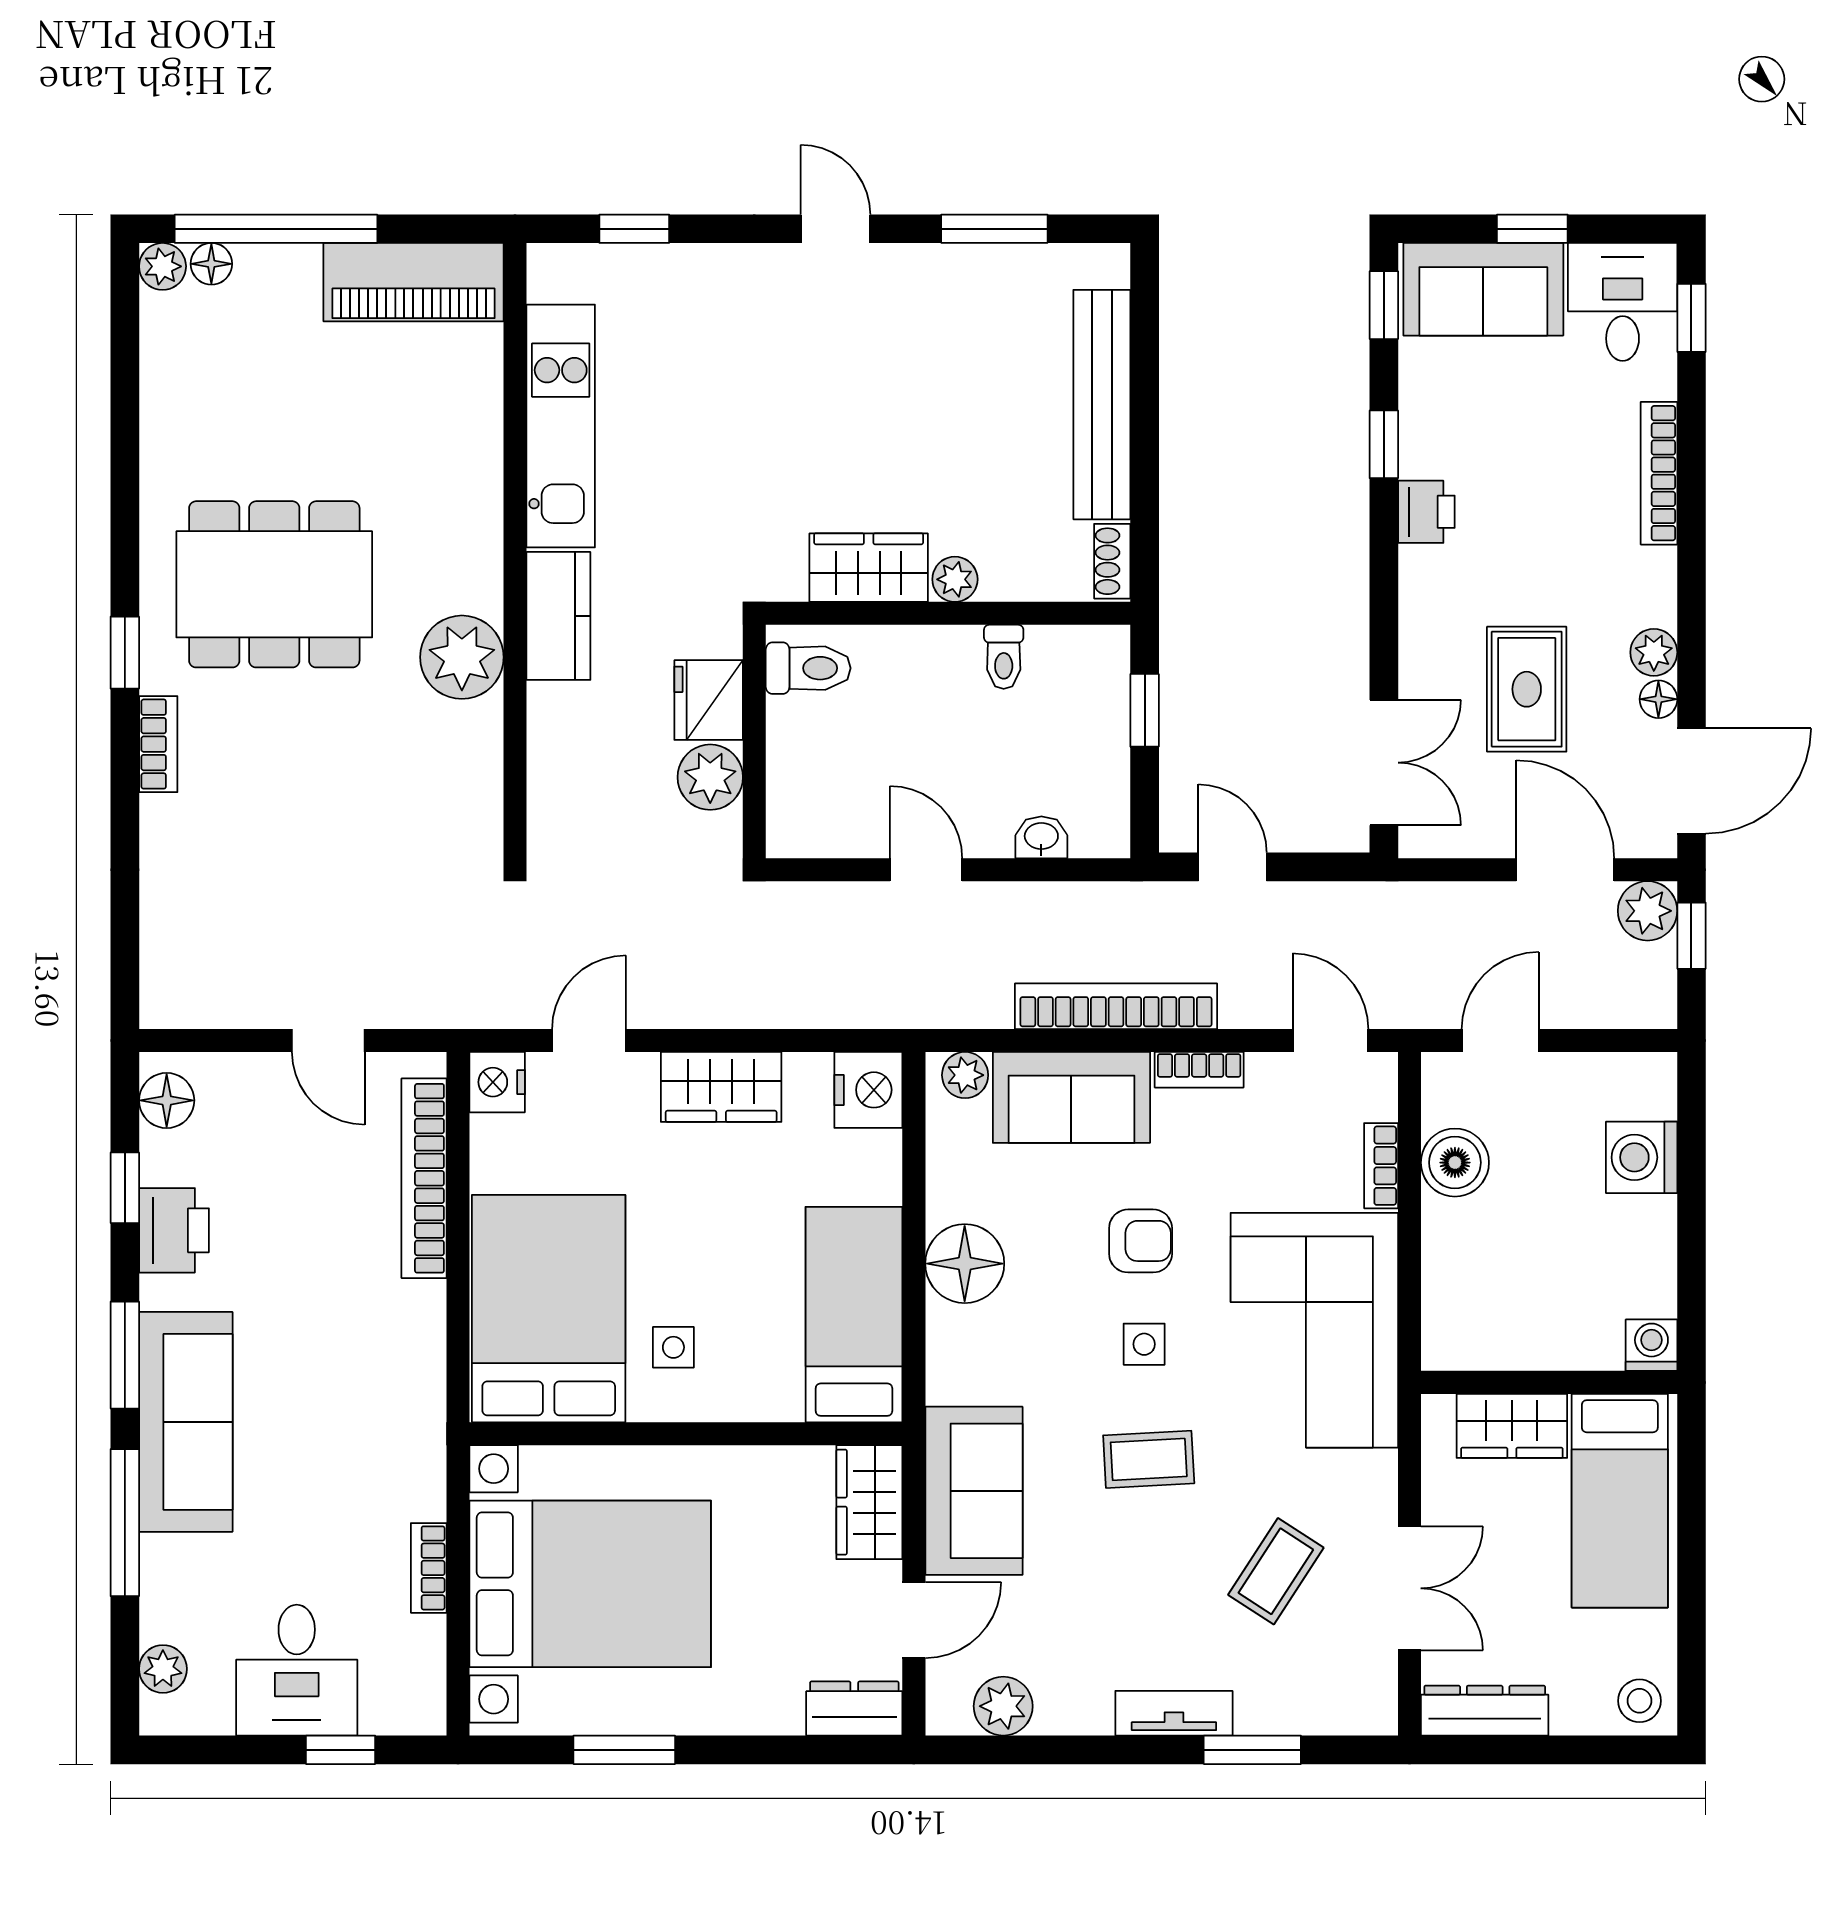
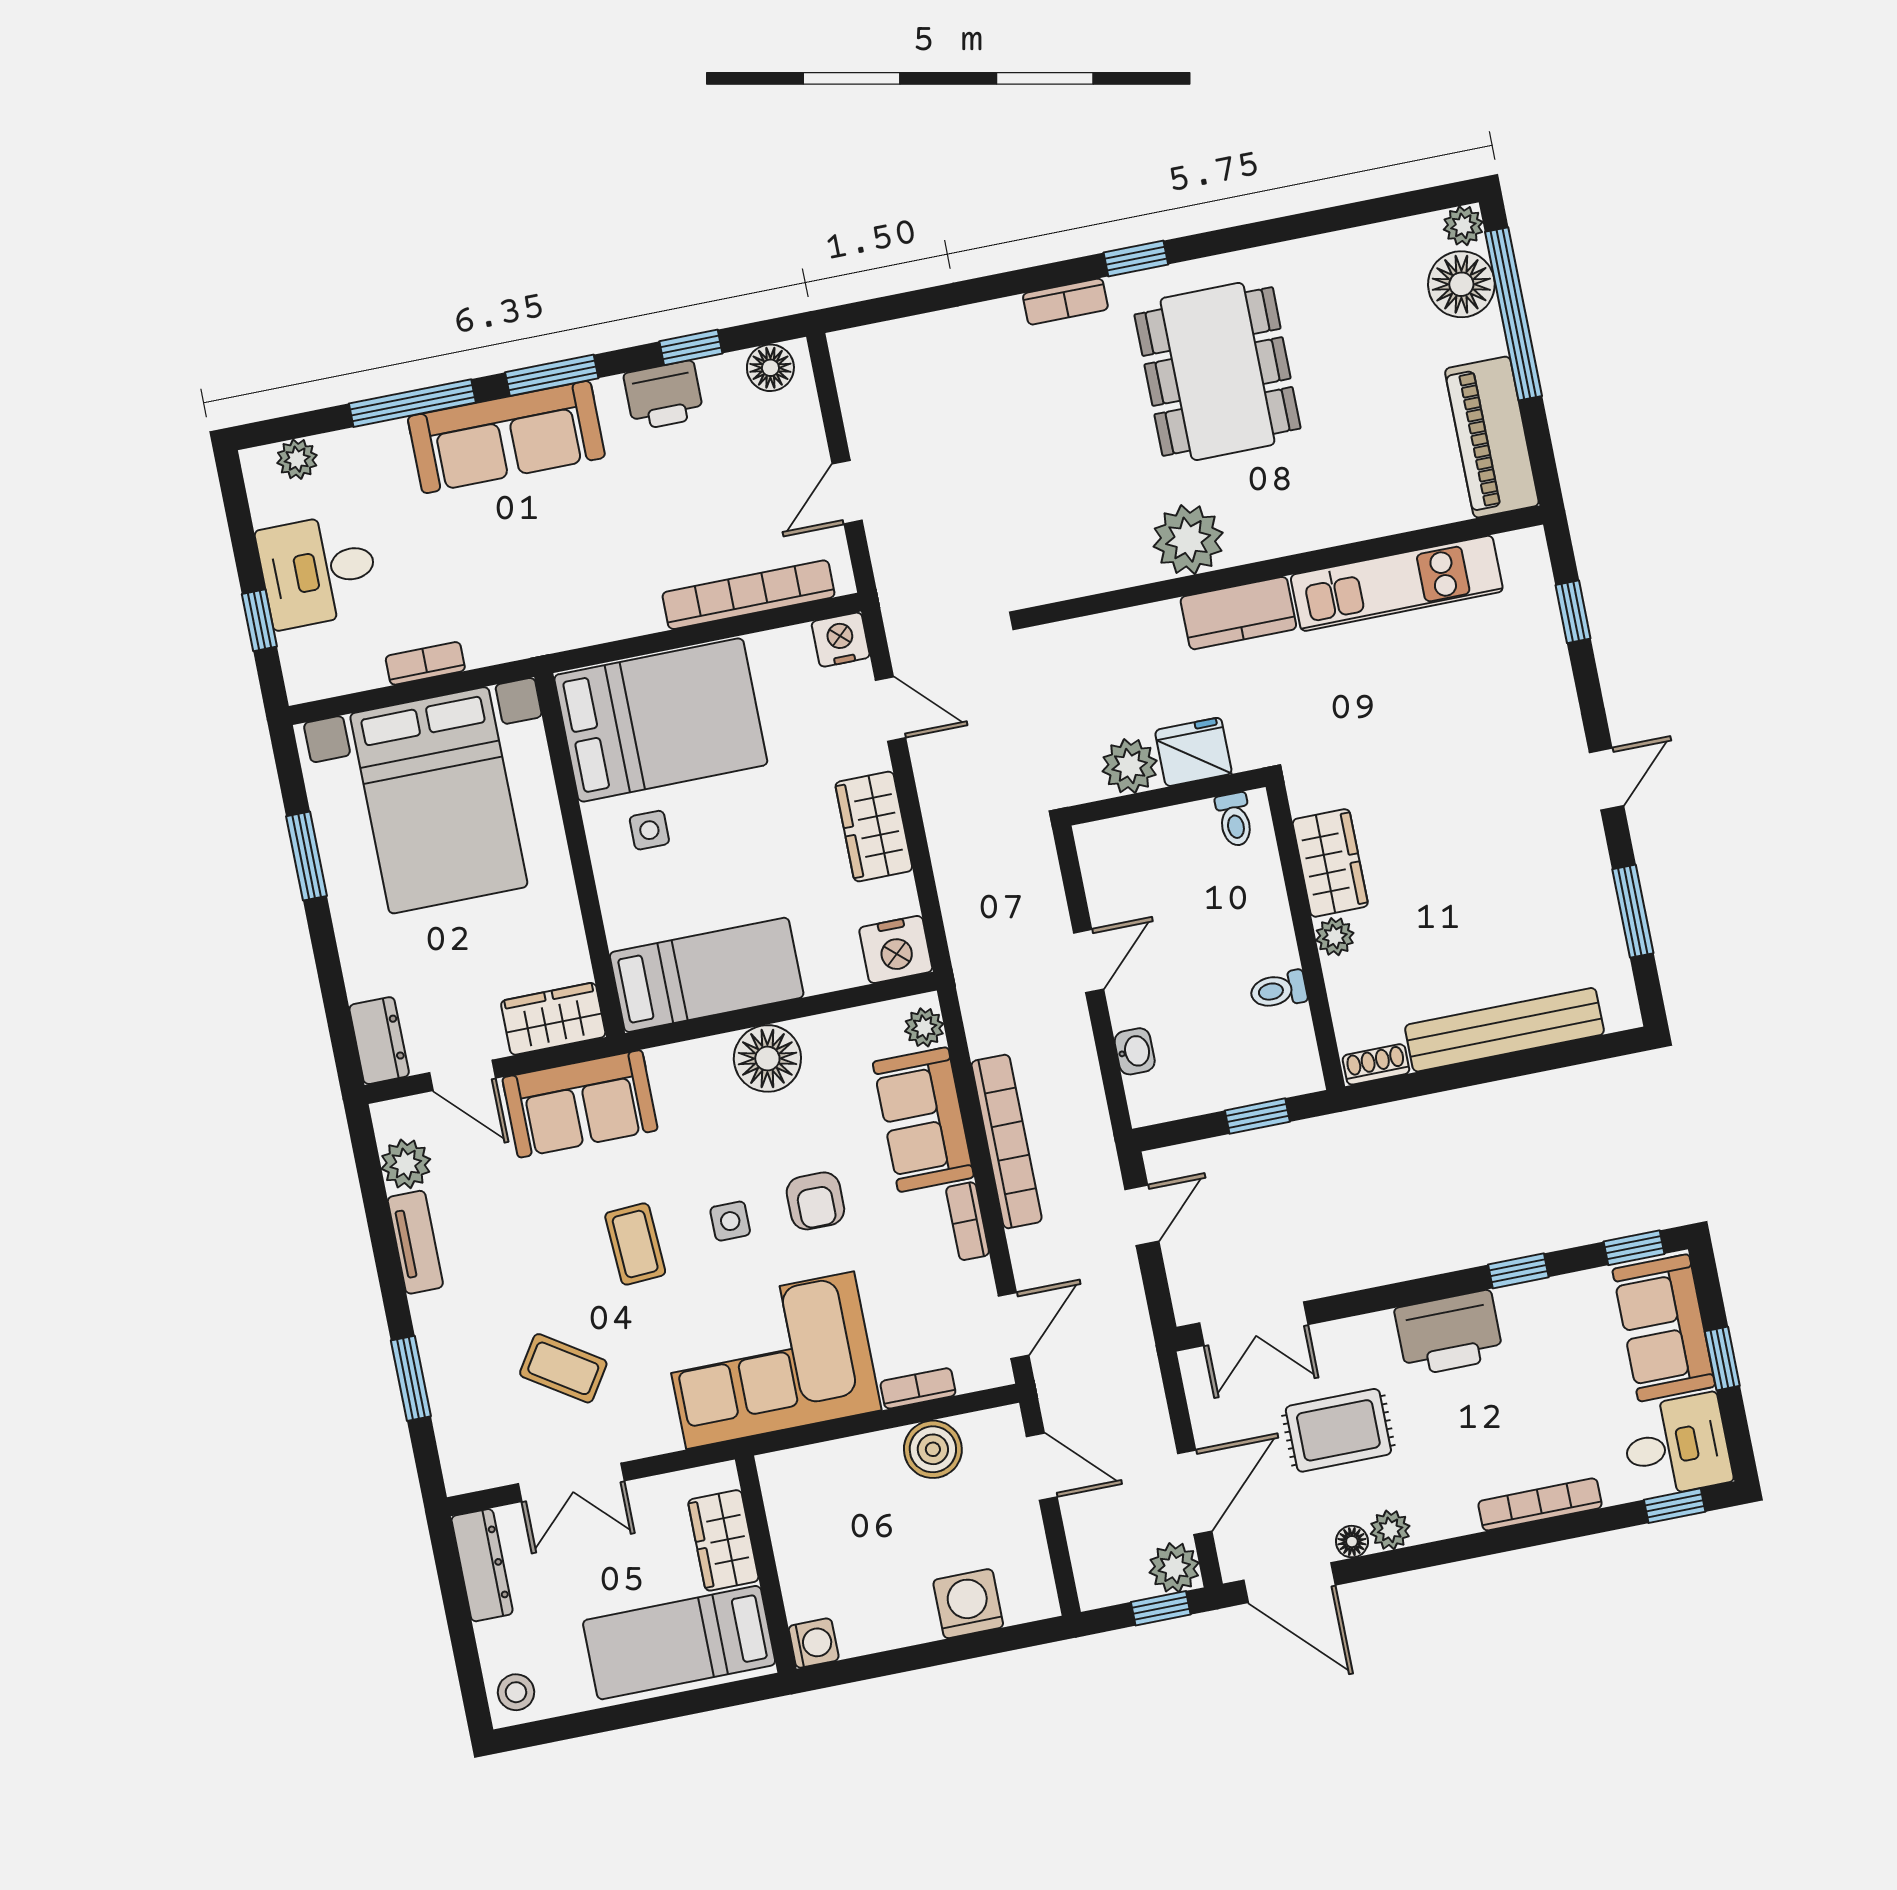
floor lamp: (211, 264) -> (1461, 284), width x1.89, depth x1.89
printer: (1426, 512) -> (1449, 1333), width x1.87, depth x1.48
toilet: (808, 668) -> (1235, 820), width x0.73, depth x0.72
tv unit: (1174, 1713) -> (415, 1242), moved

